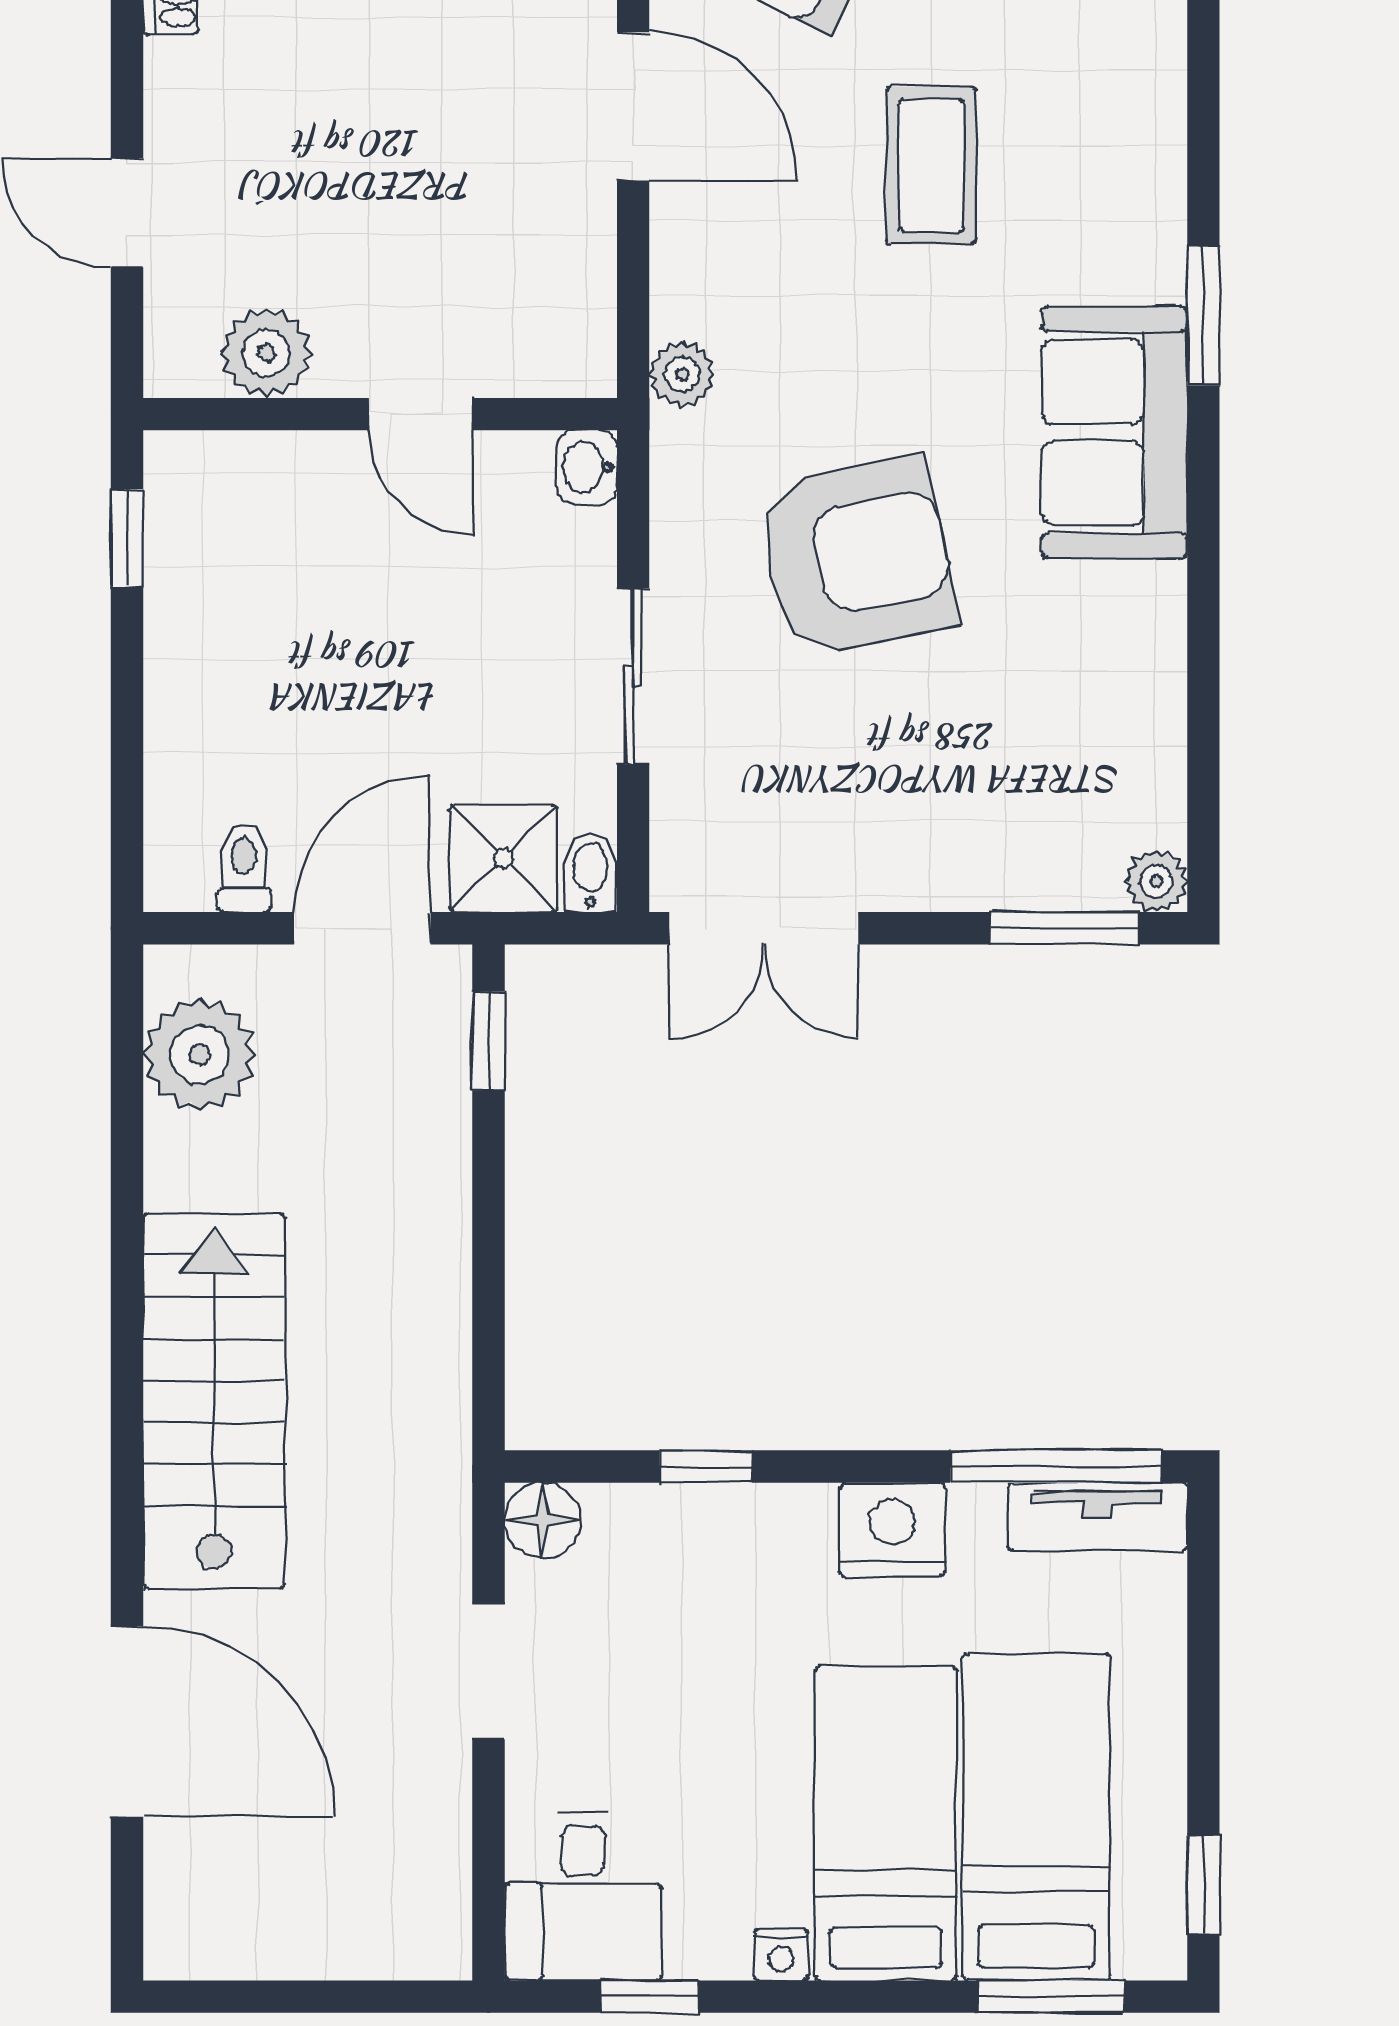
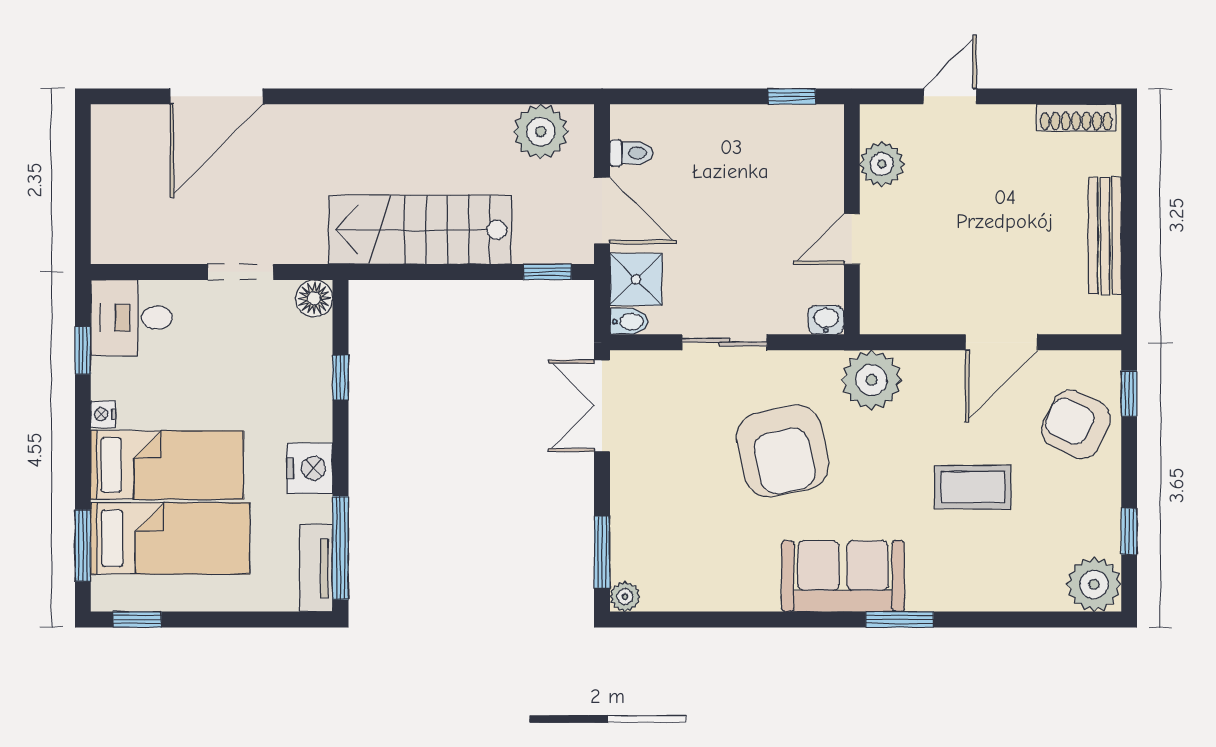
plant: (682, 374) -> (871, 380), width x1.87, depth x1.87
stairs: (214, 1401) -> (420, 230), moved, turned 180

